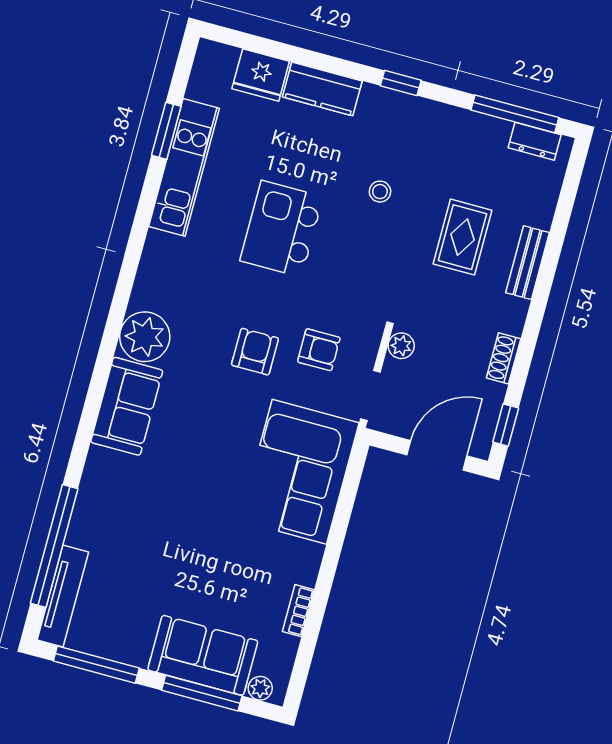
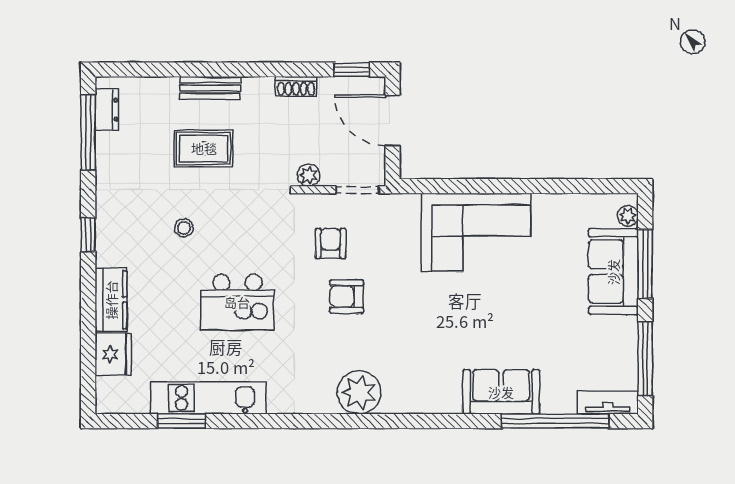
sofa: (127, 406) -> (501, 392), moved
corner sofa: (299, 472) -> (476, 232), moved
tv unit: (63, 596) -> (608, 402), width x0.71
bookcase: (298, 611) -> (554, 202), removed

